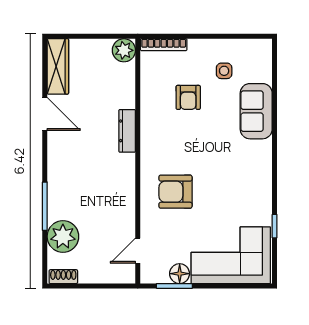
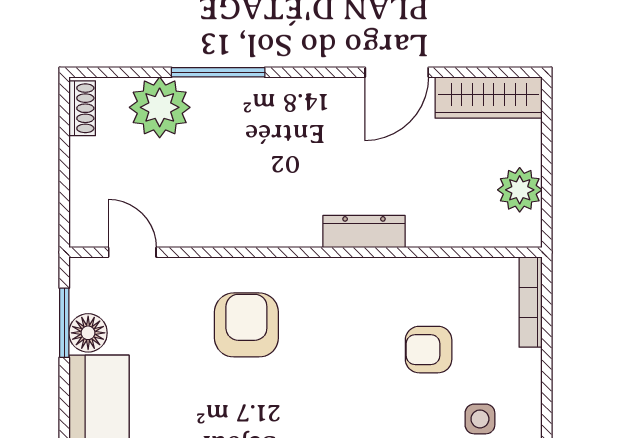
plant: (124, 50) -> (520, 190), moved

